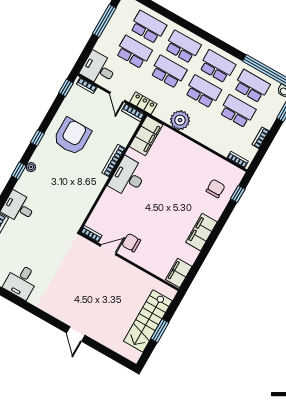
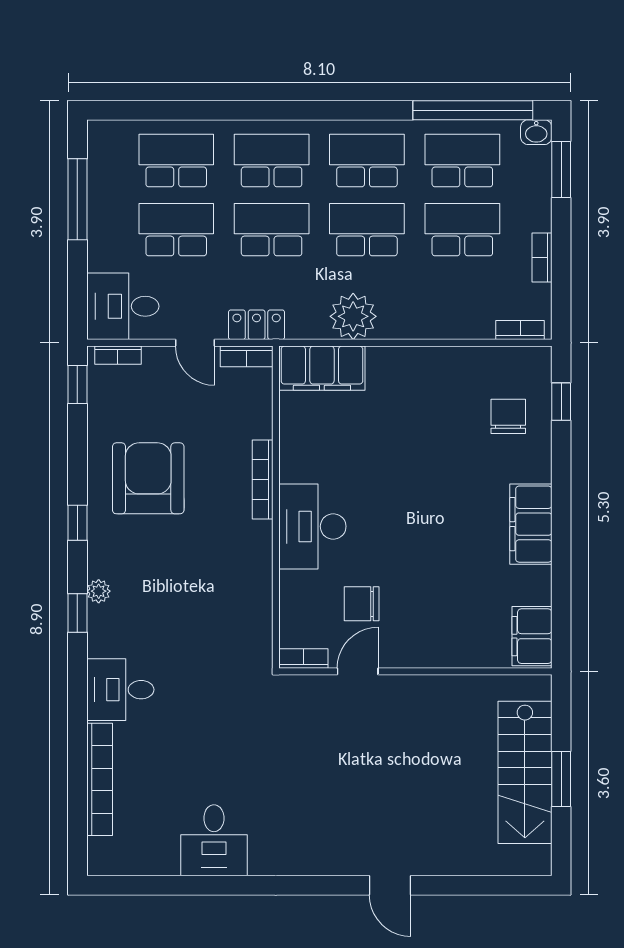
filing cabinet: (146, 136) -> (322, 368), moved, turned 90
desk: (128, 177) -> (312, 526), moved
chair: (131, 243) -> (362, 604), moved

